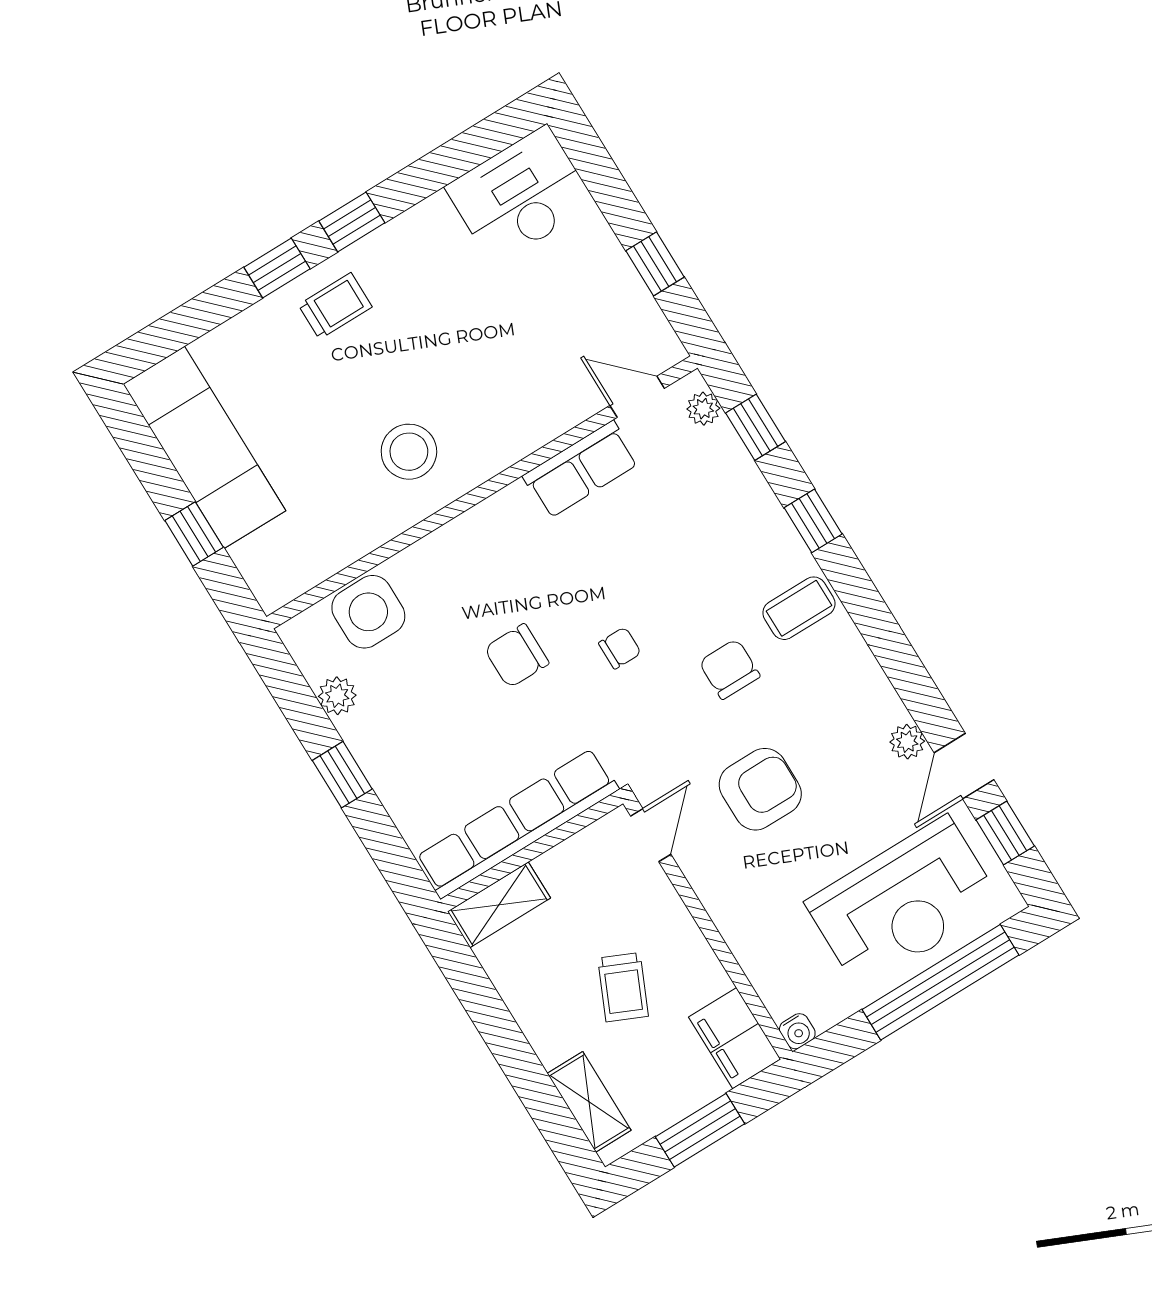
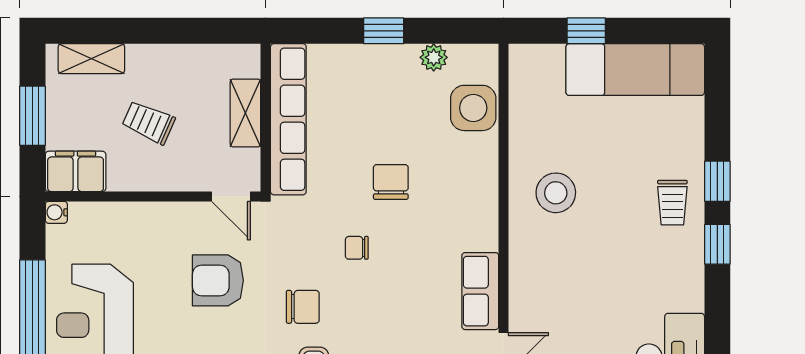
chair: (620, 648) -> (357, 248), turned 90
armchair: (760, 789) -> (218, 280), turned 90
shelving: (499, 905) -> (245, 113), moved

